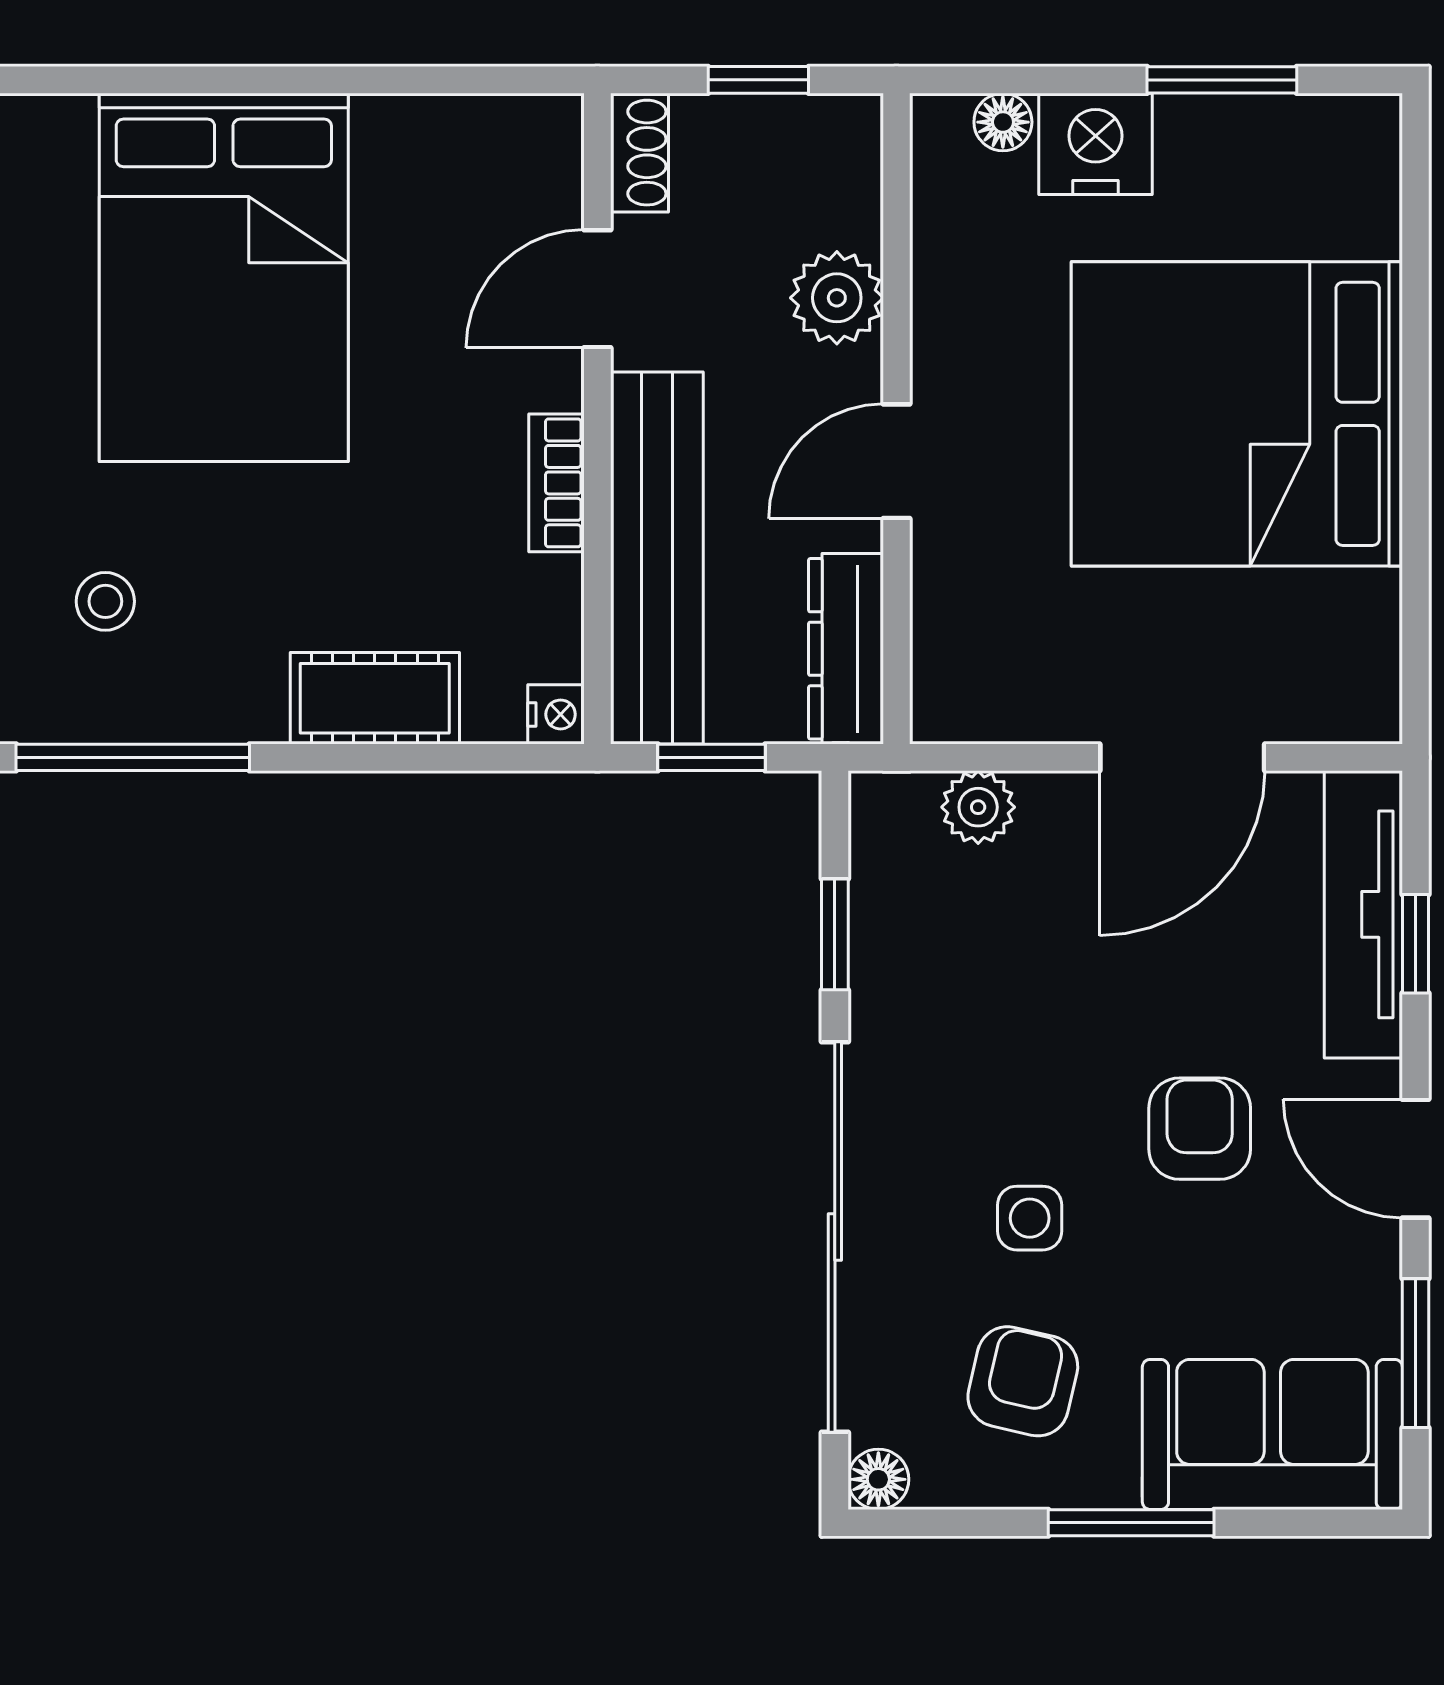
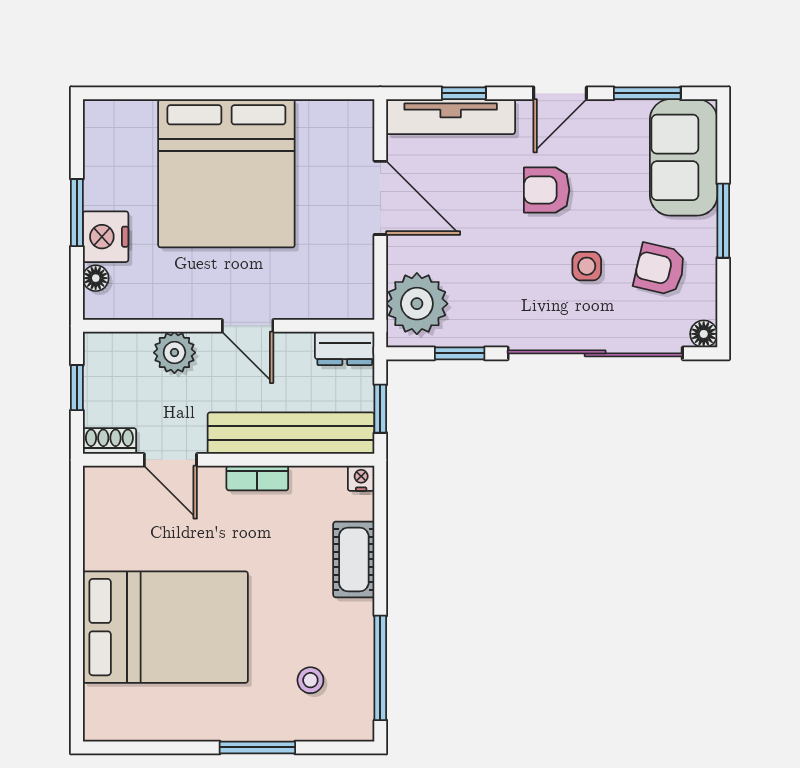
window: (1222, 80) -> (77, 213), moved
dresser: (846, 649) -> (345, 348), width x0.70
plant: (978, 807) -> (417, 304), width x1.87, depth x1.87

